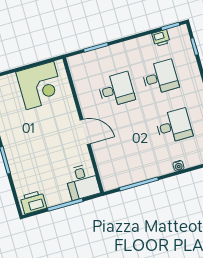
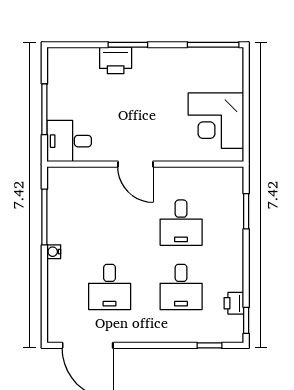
door: (85, 132) -> (136, 164), hinge flipped
water cooler: (178, 166) -> (54, 252), moved
printer: (33, 202) -> (116, 60), moved, turned 90

